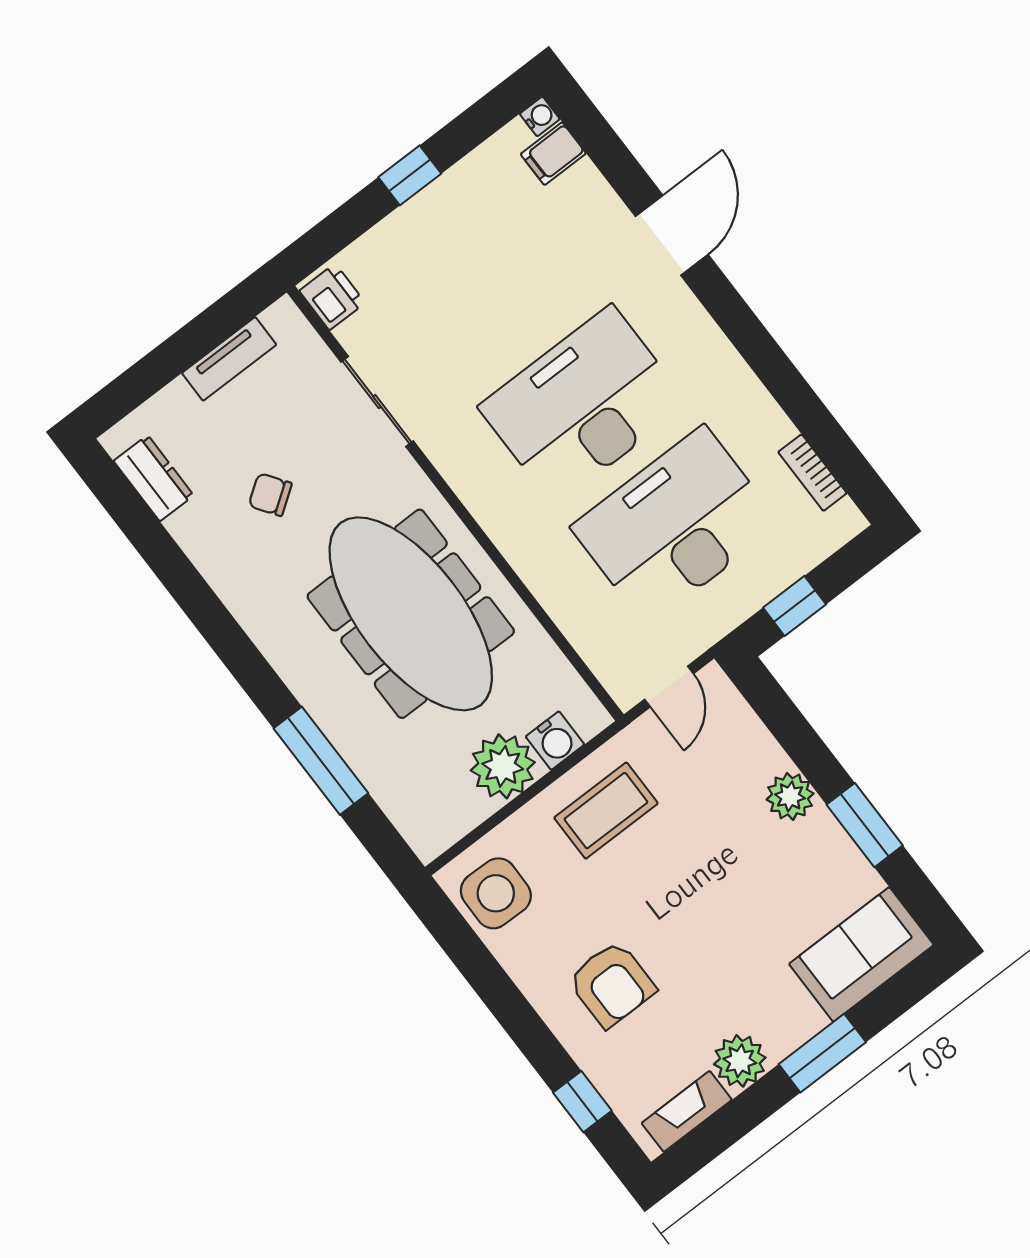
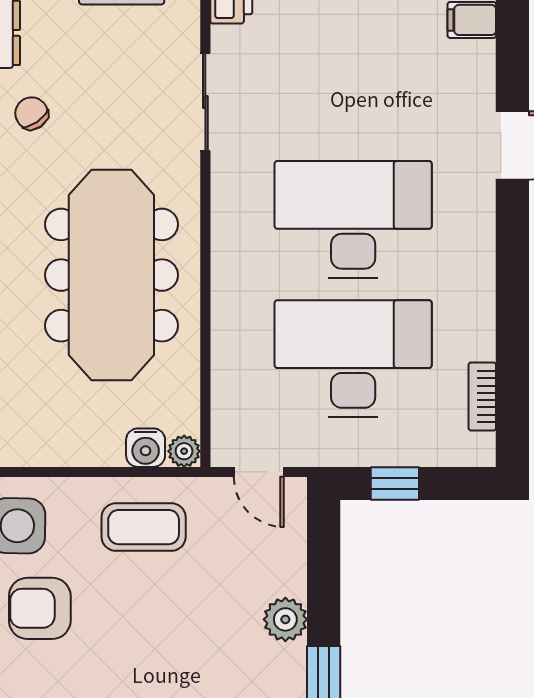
chair: (270, 495) -> (32, 113), moved
door: (669, 686) -> (259, 472), hinge flipped
plant: (503, 766) -> (184, 451), moved, width x0.53, depth x0.53
armchair: (612, 984) -> (40, 608), moved, turned 90

